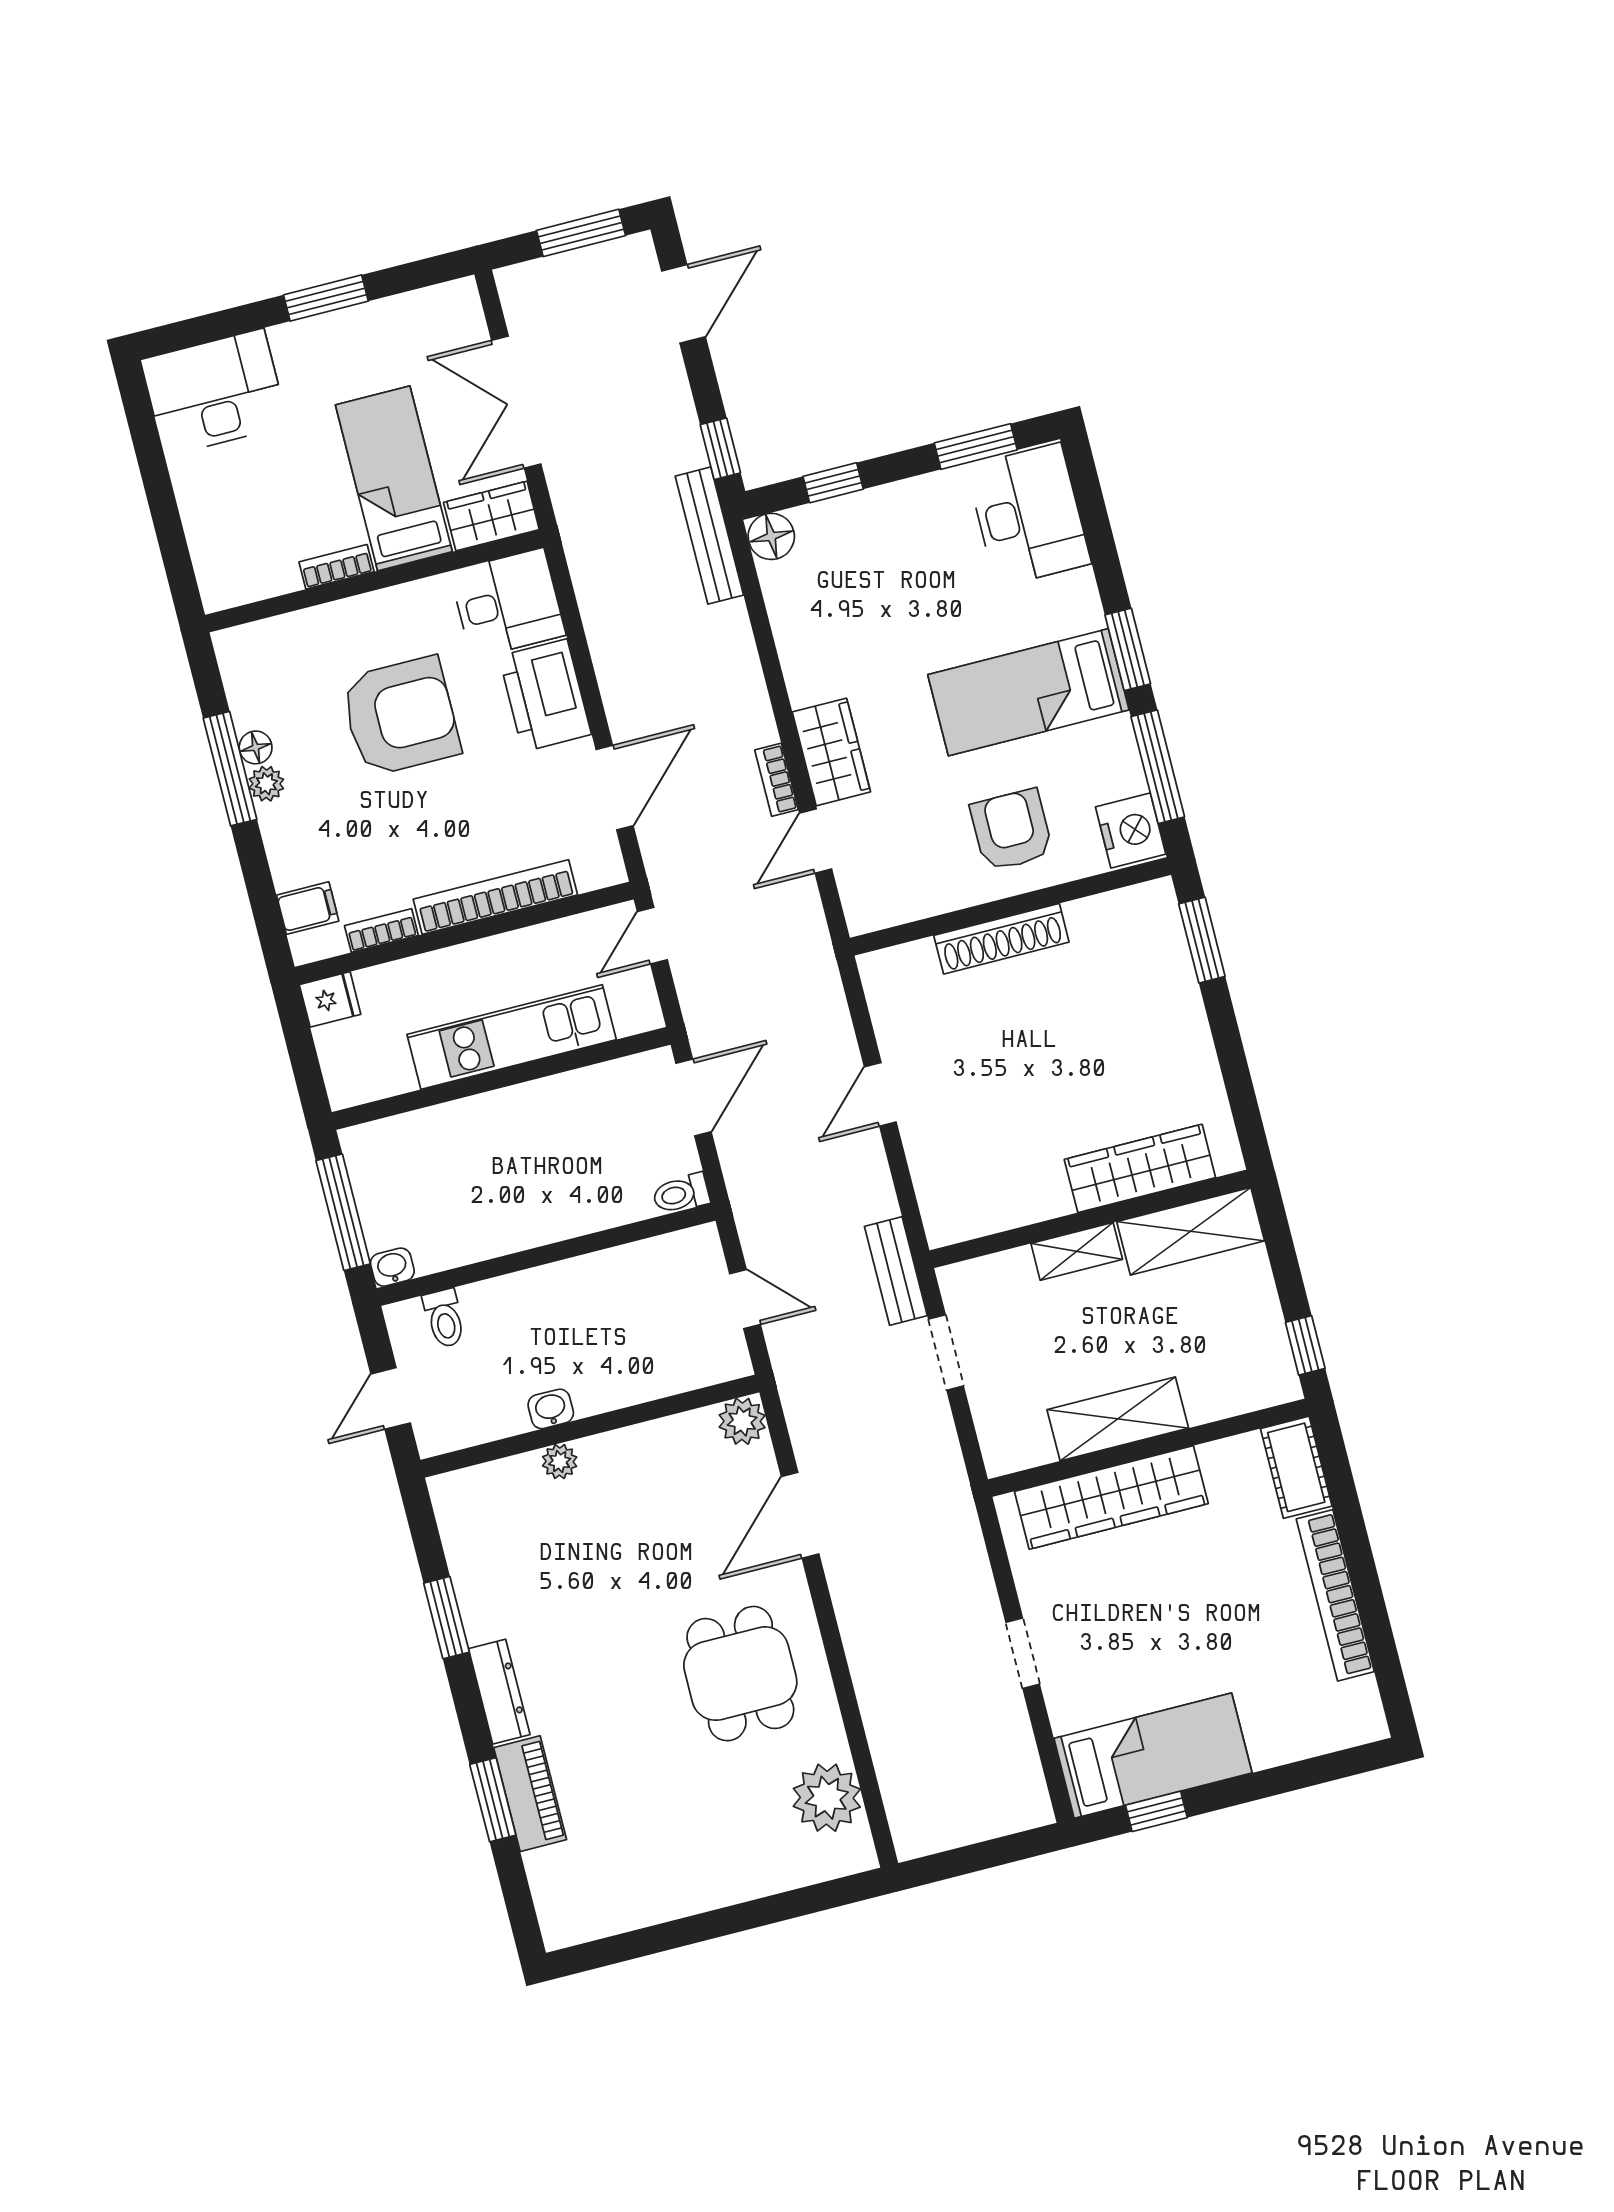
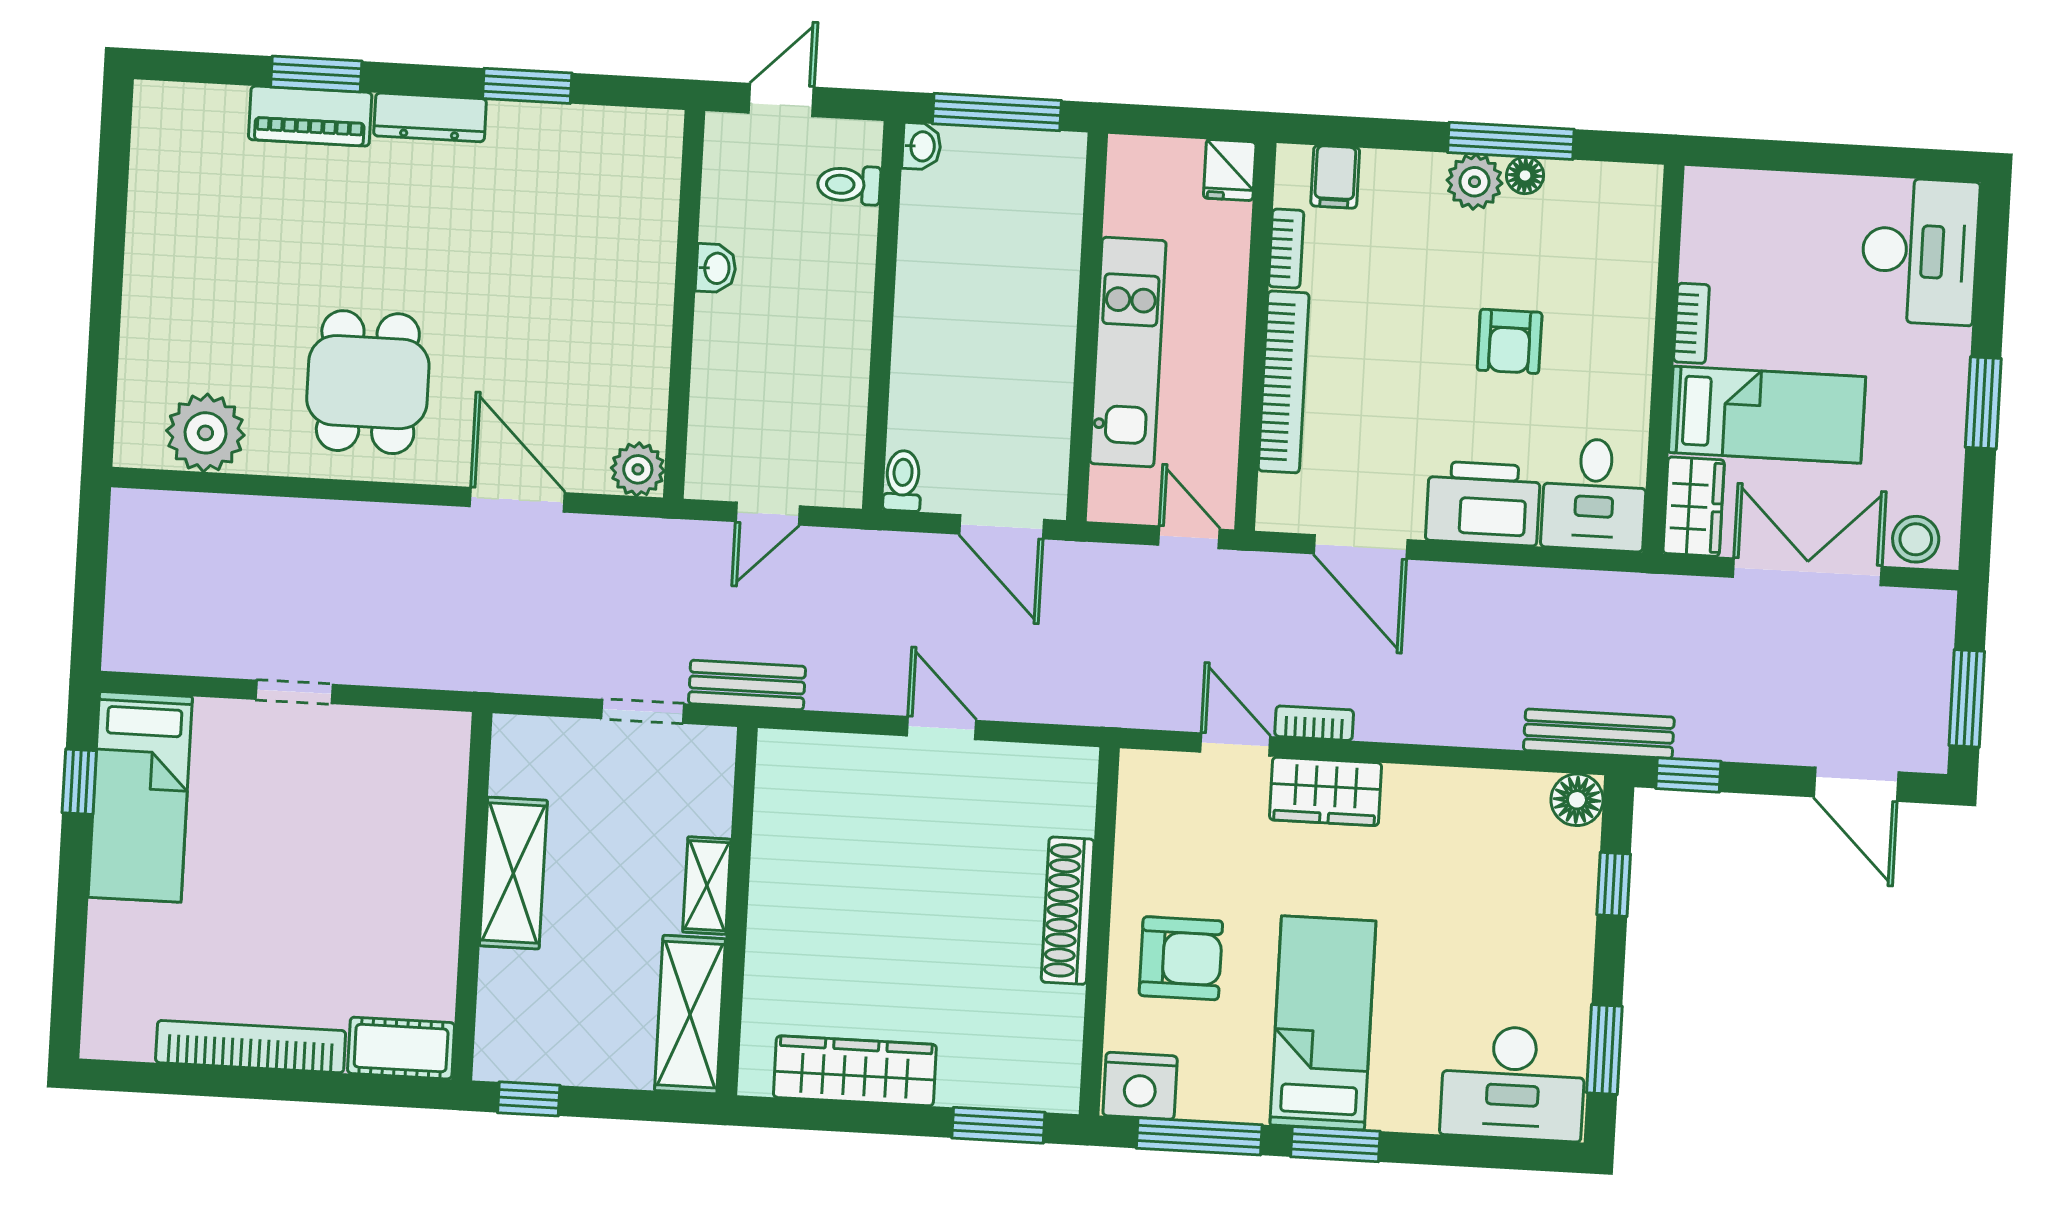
stool: (460, 319) -> (1916, 539), added
armchair: (400, 716) -> (1510, 341), width x0.53, depth x0.53
plant: (266, 784) -> (1475, 182), width x1.38, depth x1.38
wardrobe: (1140, 1168) -> (855, 1071), moved, turned -90
door: (391, 1398) -> (781, 100), hinge flipped
plant: (560, 1462) -> (656, 260), removed
wardrobe: (1111, 1498) -> (431, 840), removed
dining table: (740, 1674) -> (368, 382), turned 90

